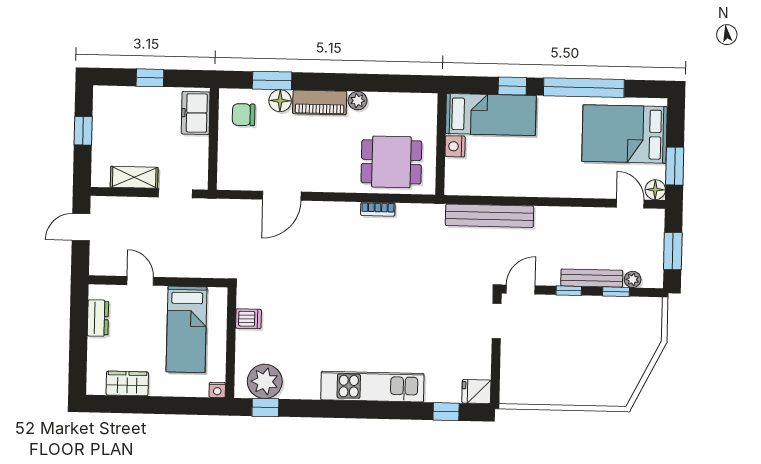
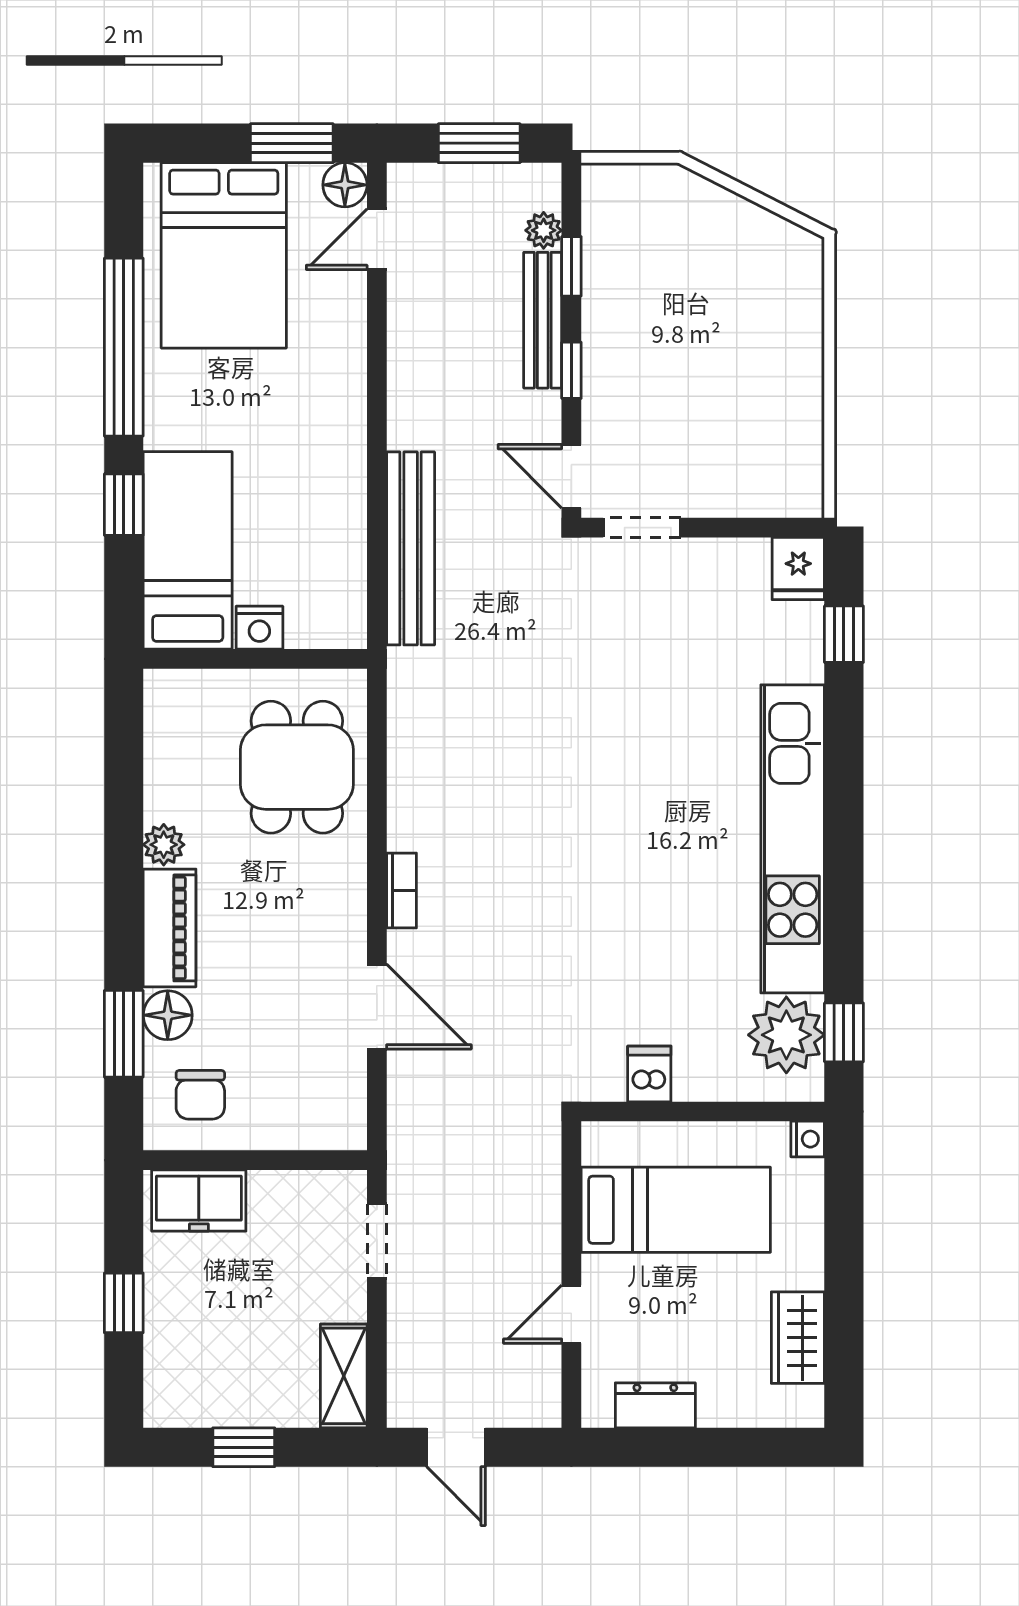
shelving: (134, 177) -> (344, 1376), moved
bookcase: (378, 209) -> (401, 891), moved
kitchen unit: (372, 387) -> (793, 839), width x1.36

